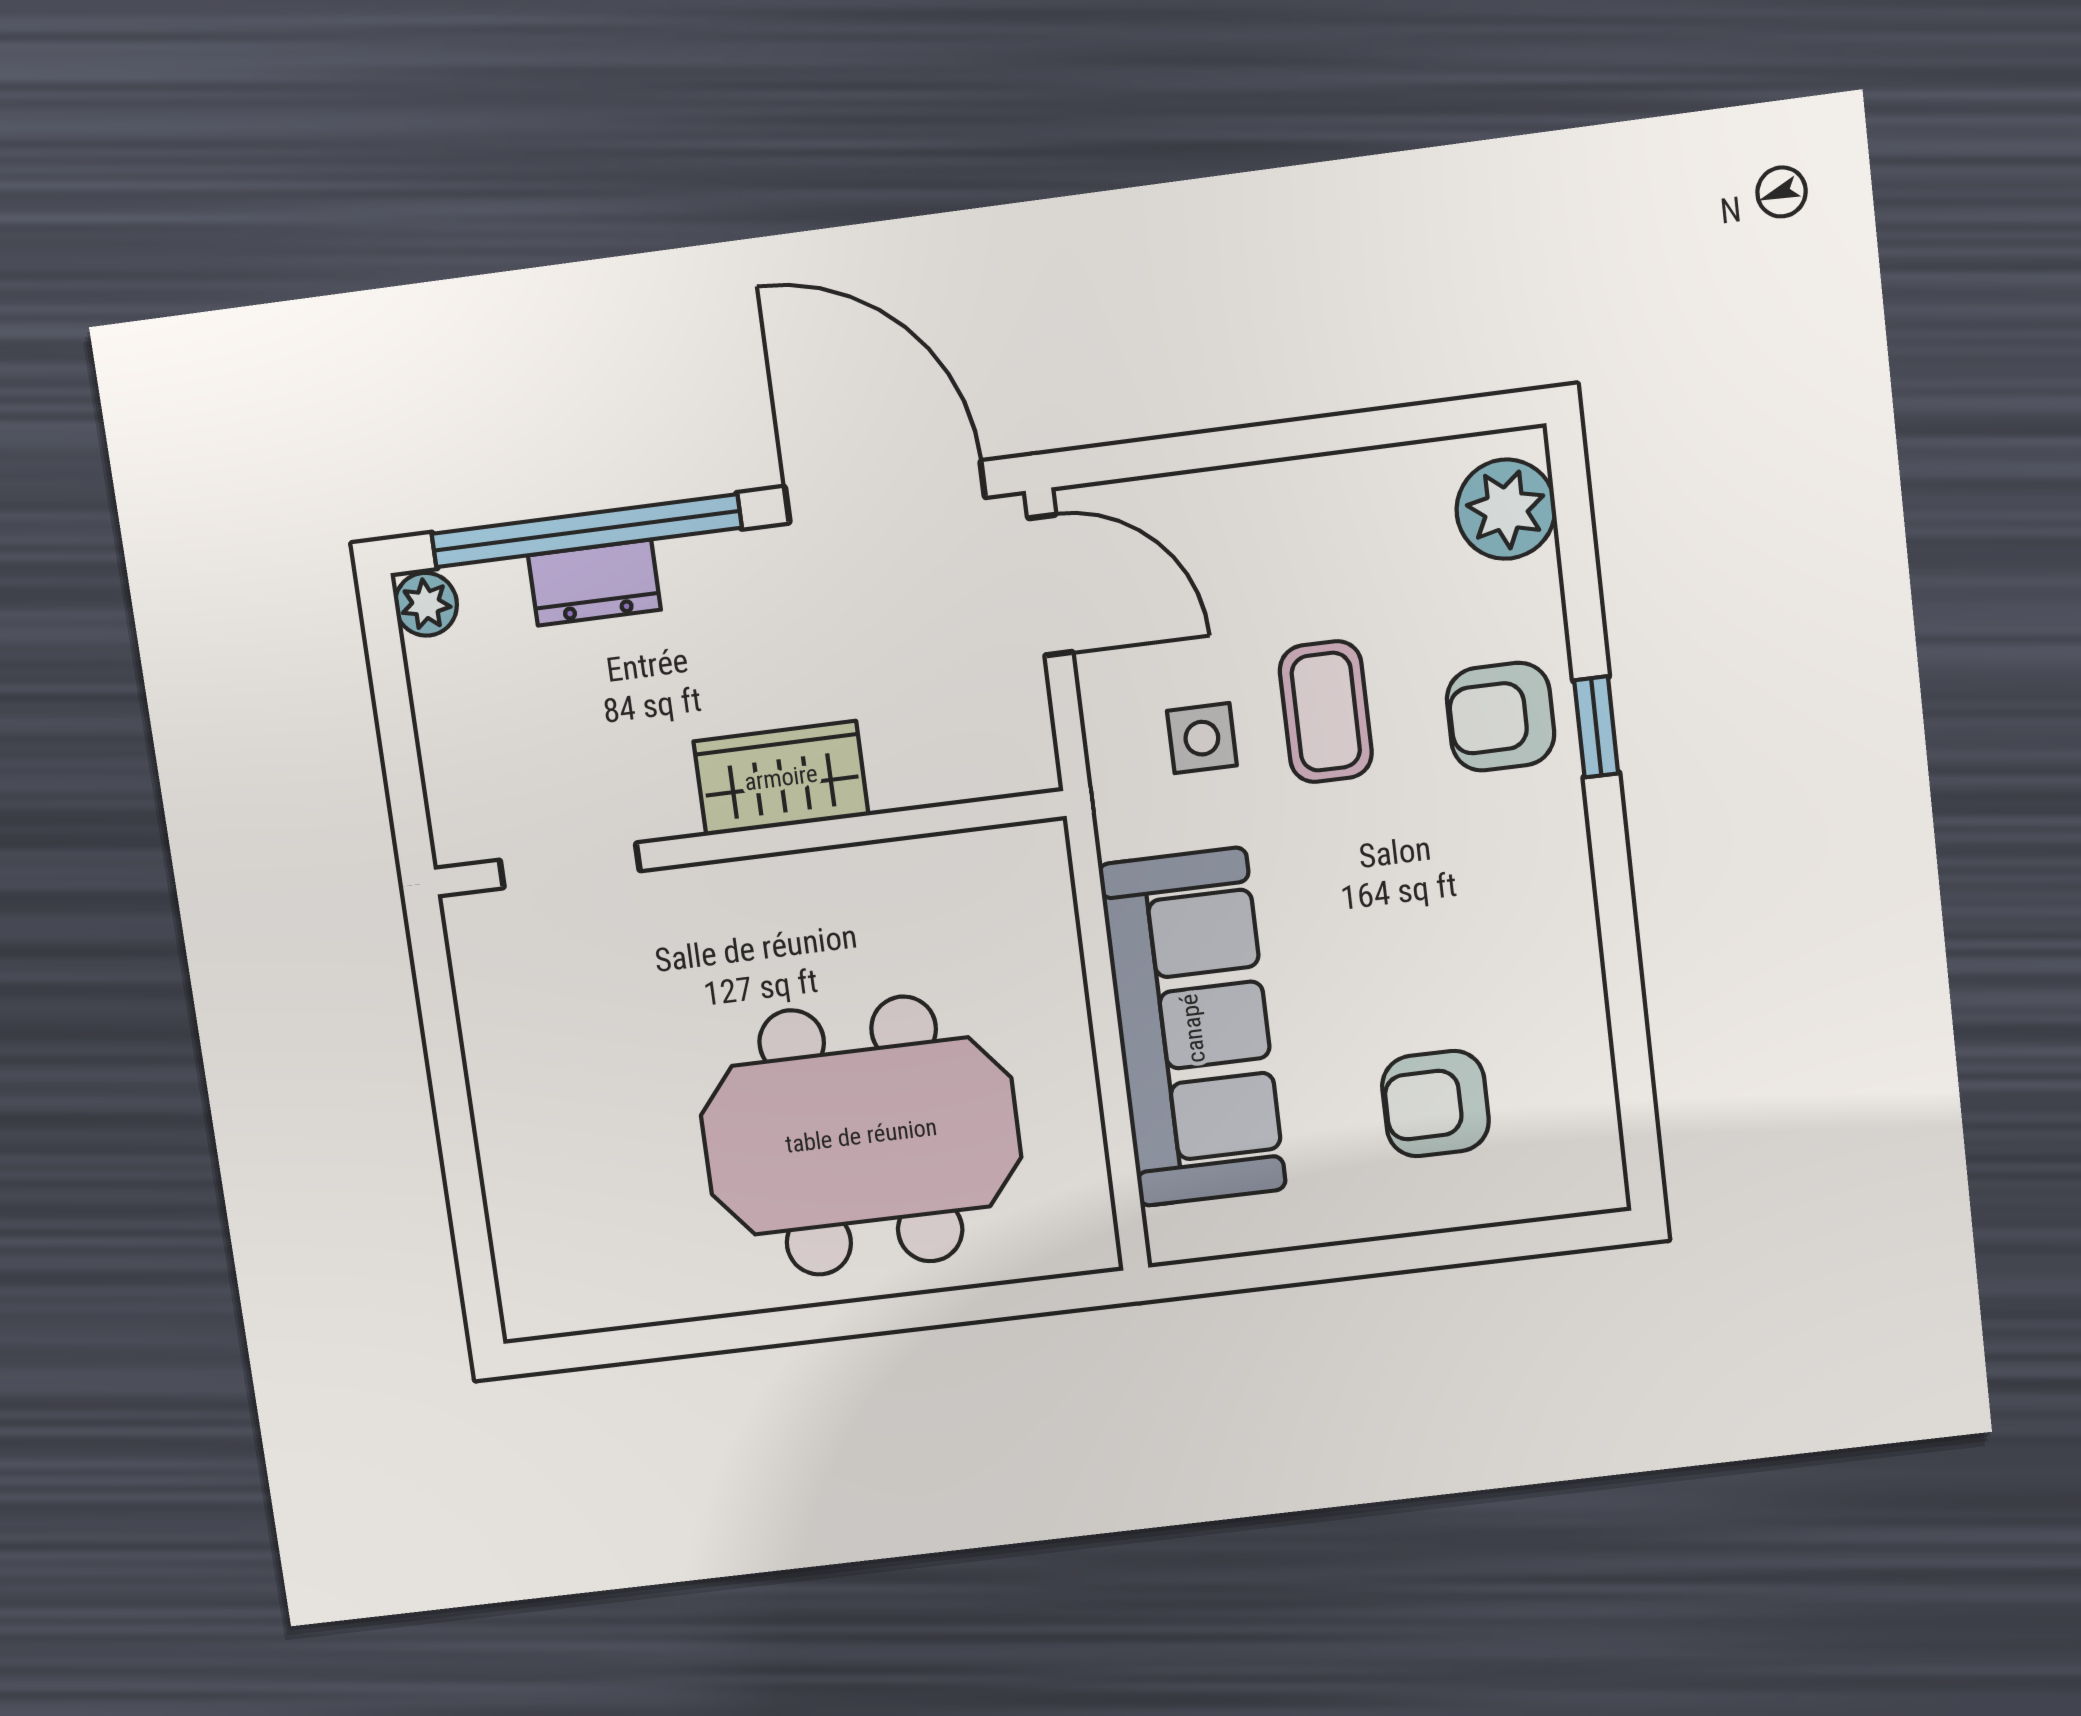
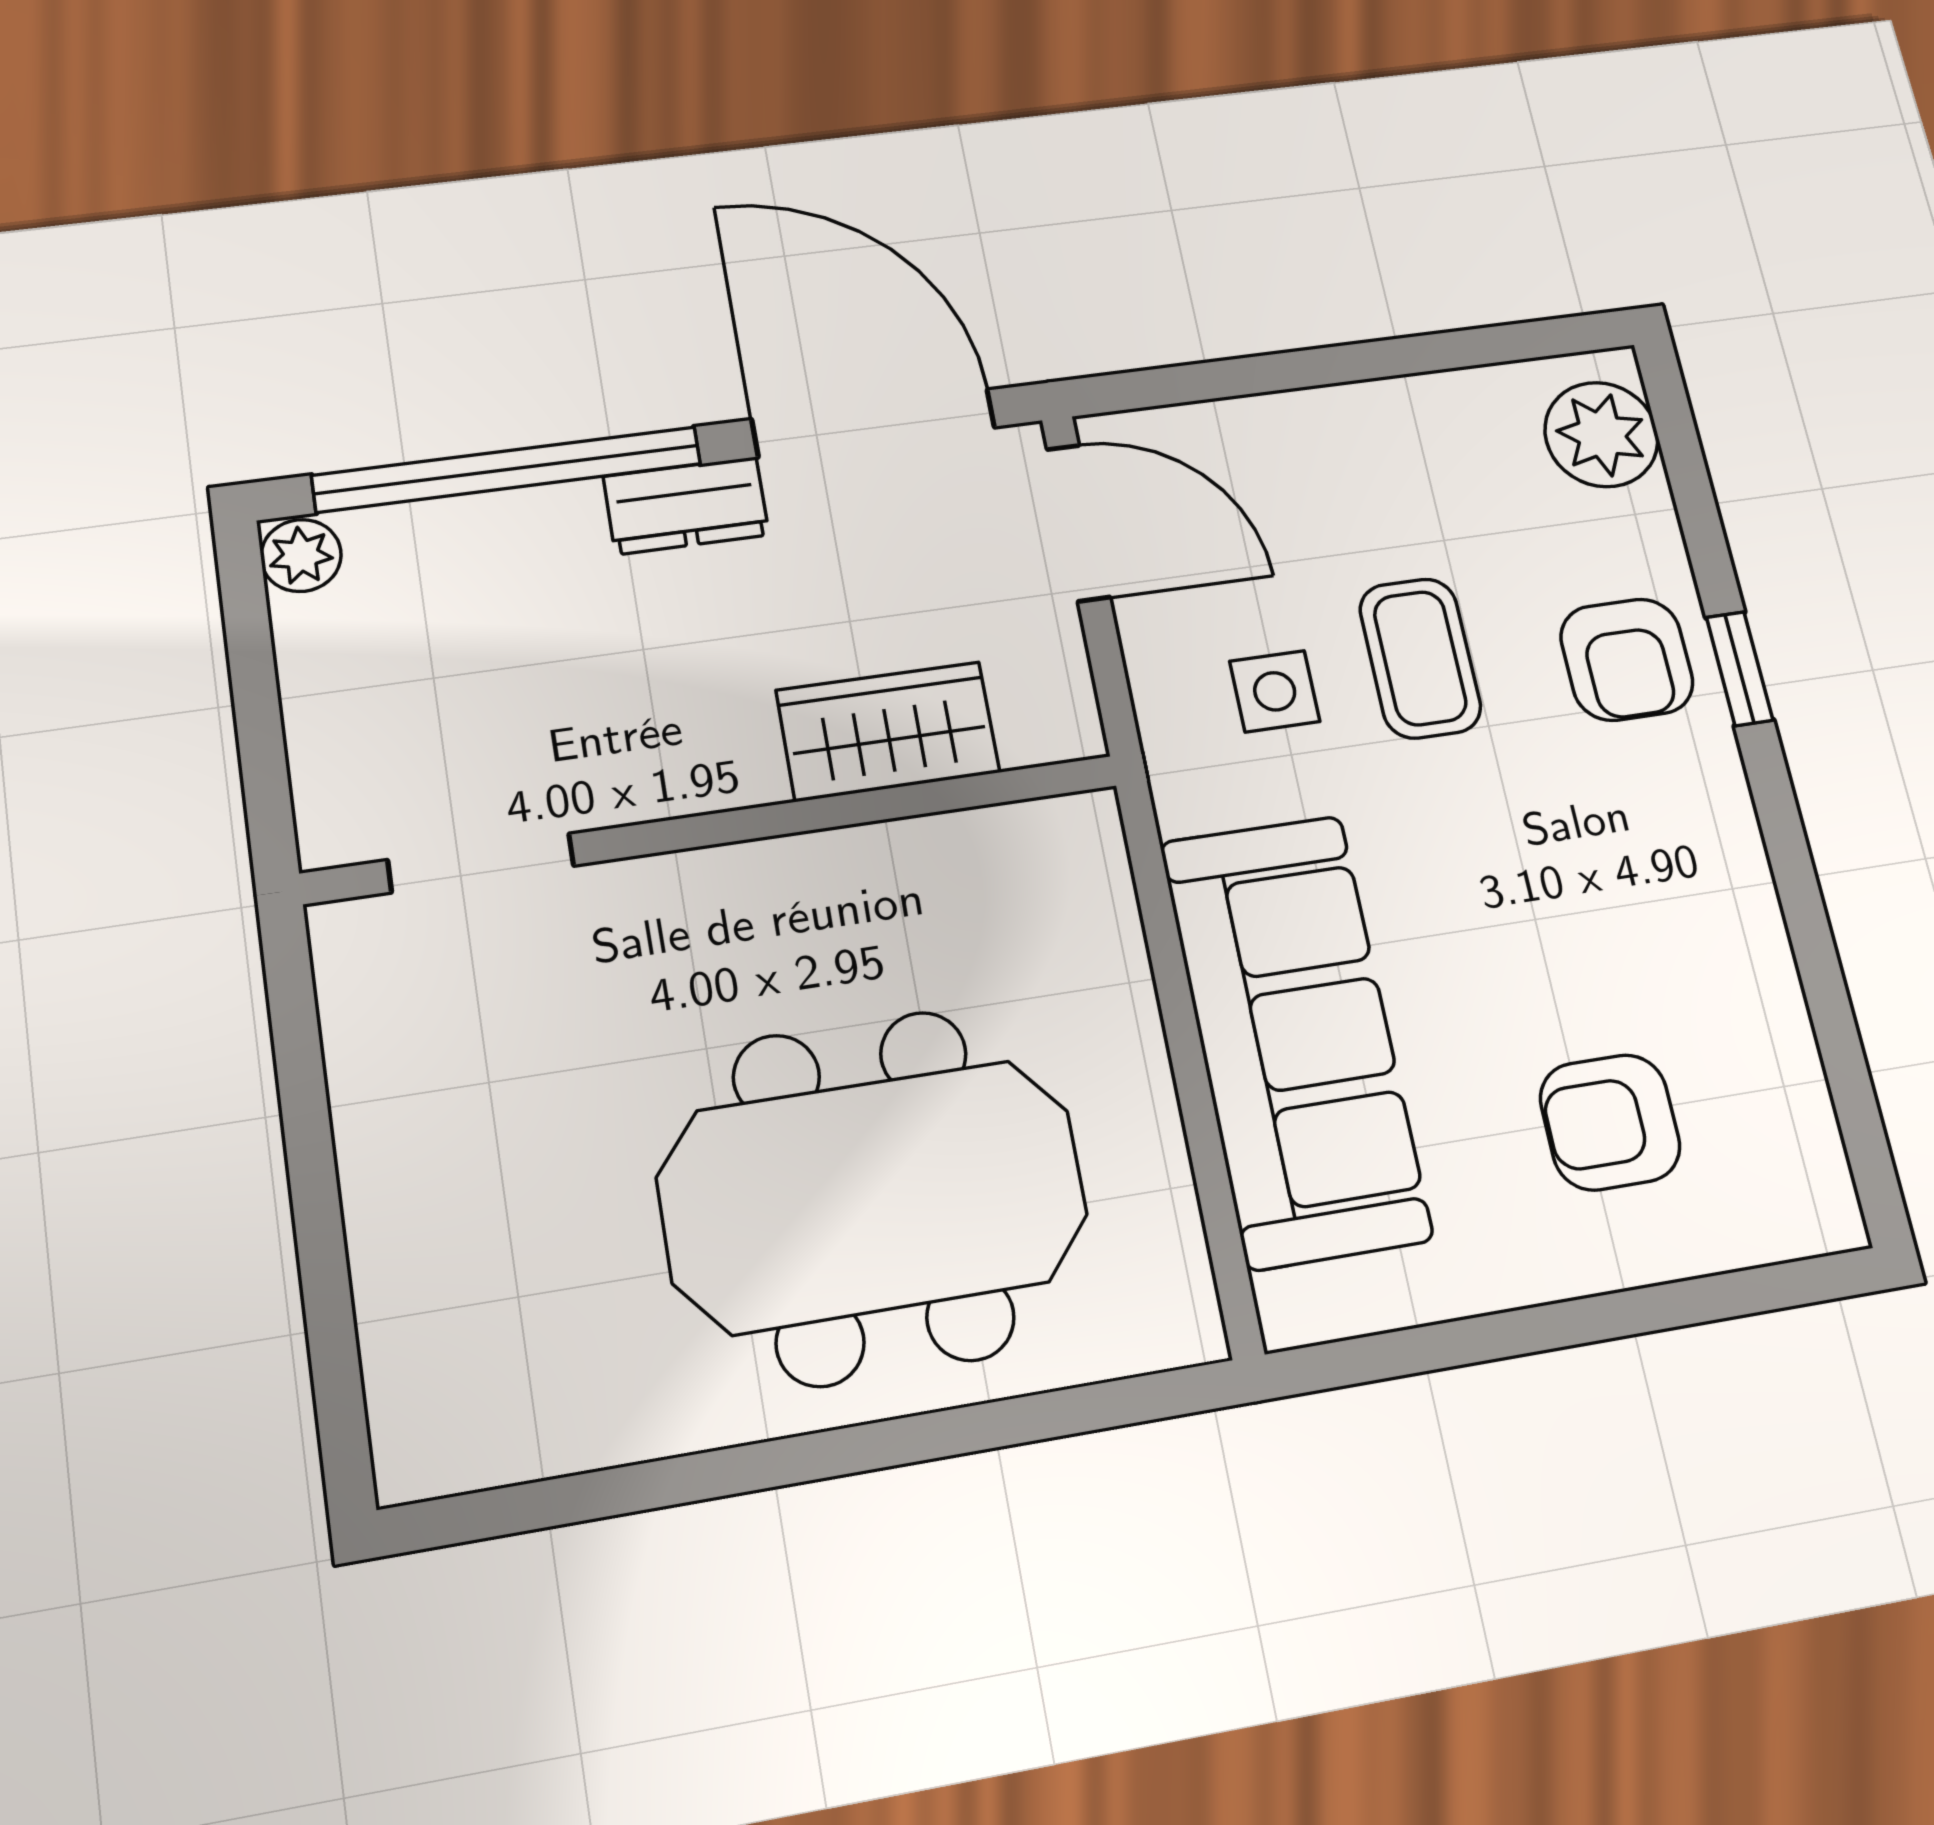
dresser: (594, 583) -> (686, 506), moved
armchair: (1501, 717) -> (1627, 660), turned -90
wardrobe: (781, 778) -> (888, 731), moved

